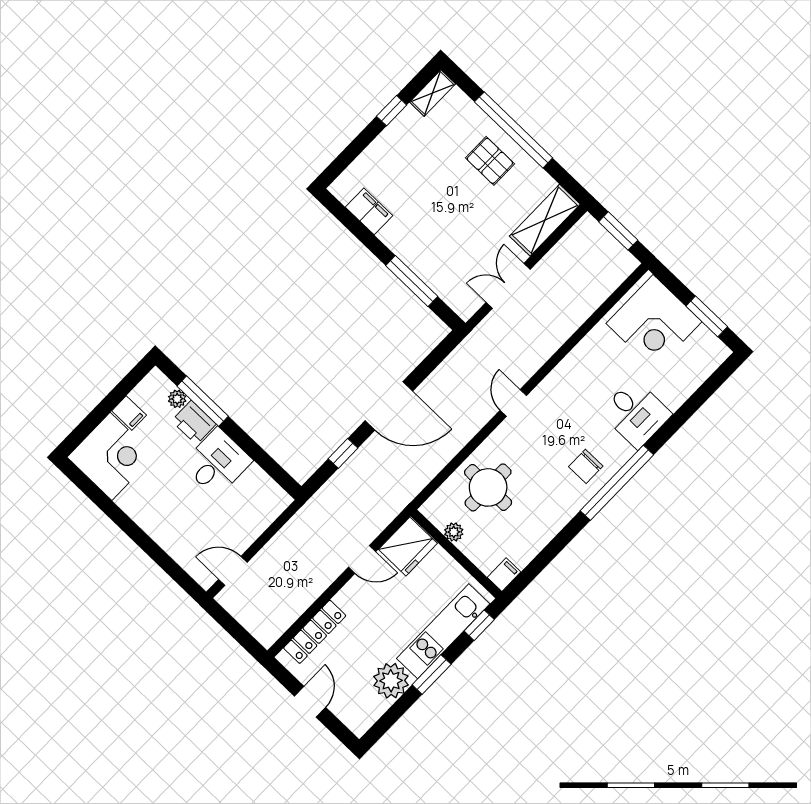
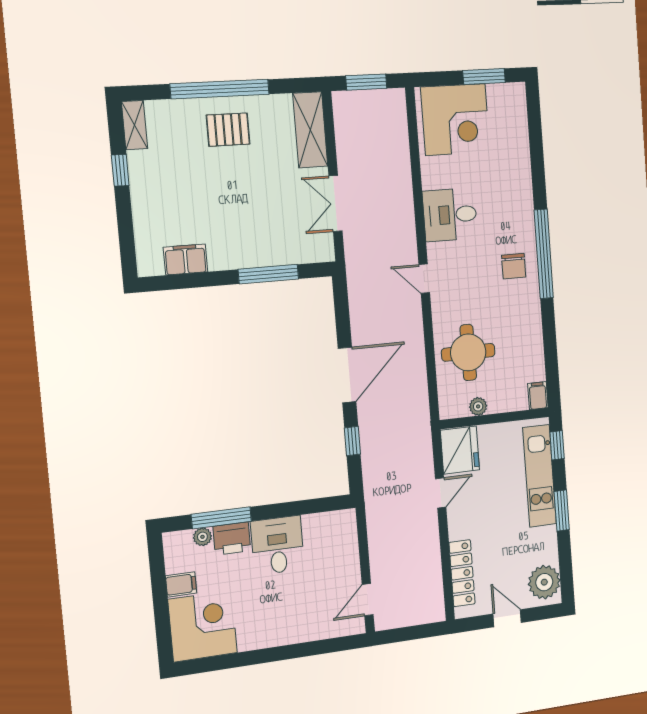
desk: (636, 413) -> (450, 215), moved, turned 180
plant: (391, 681) -> (544, 582), moved

